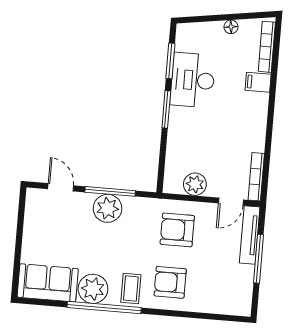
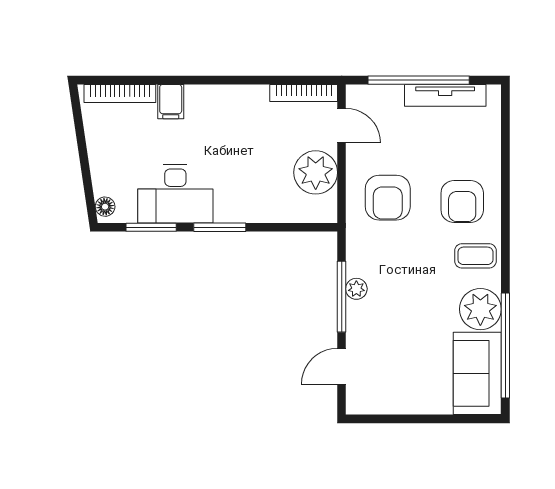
floor lamp: (231, 27) -> (105, 207), moved
plant: (195, 184) -> (316, 172), width x1.36, depth x1.36
plant: (108, 208) -> (356, 289), width x0.53, depth x0.53
tv unit: (250, 235) -> (445, 95), moved
window: (259, 259) -> (419, 80), width x1.46
window: (104, 308) -> (505, 346), moved

